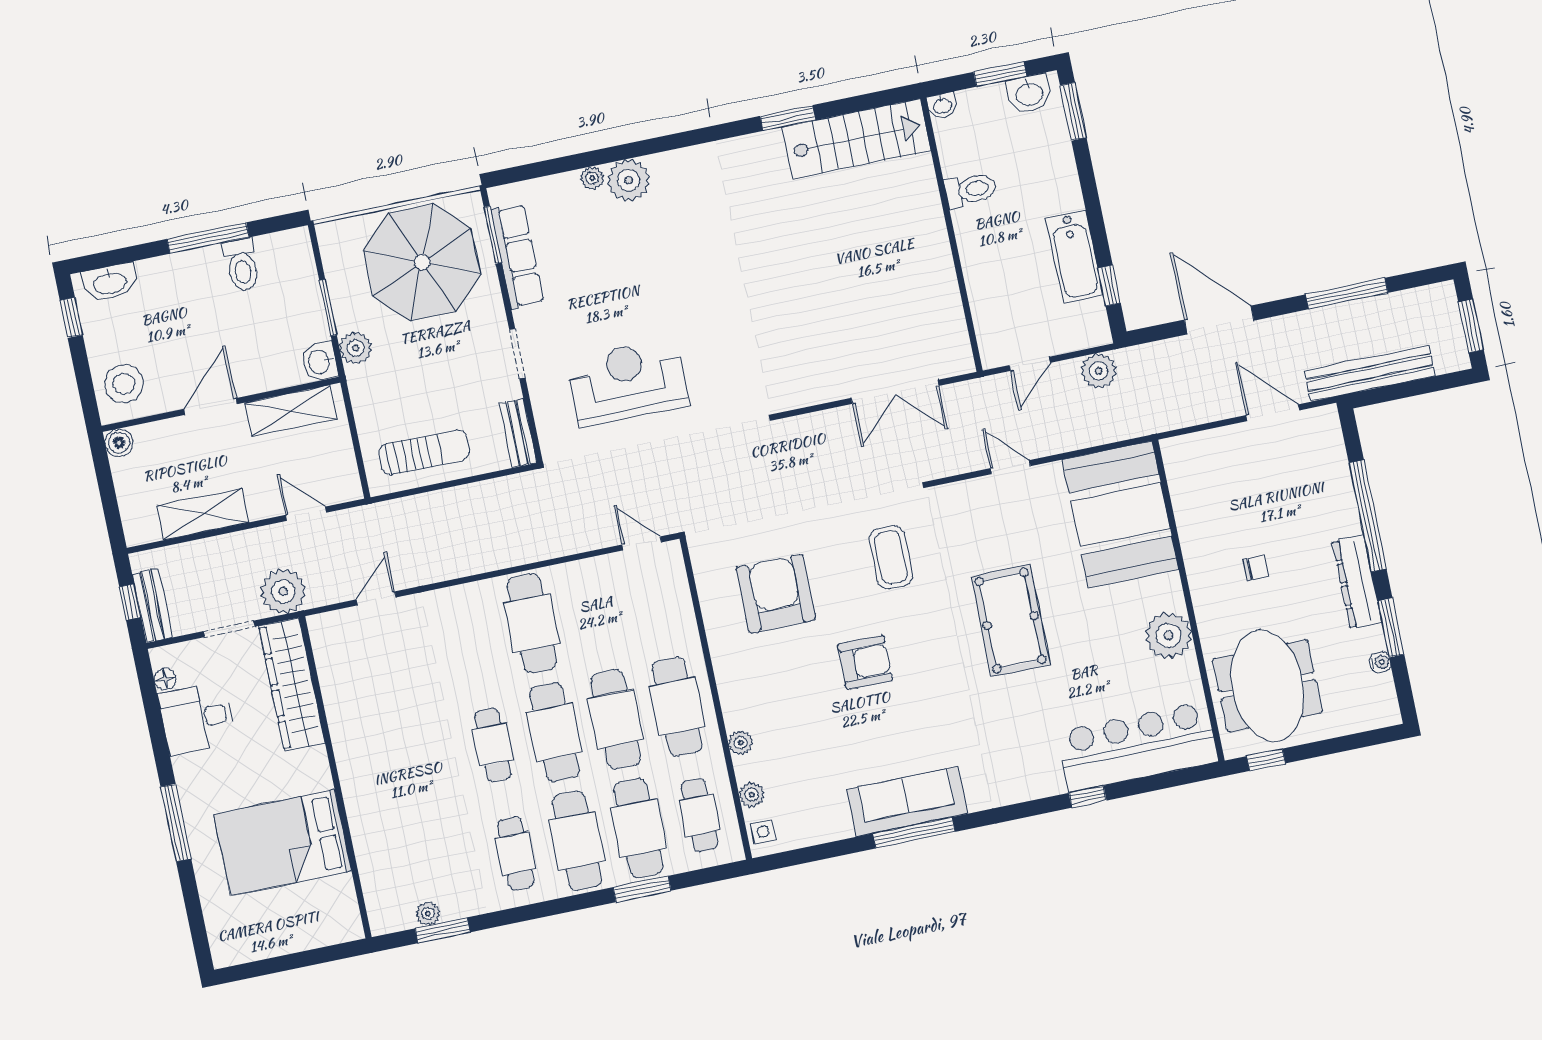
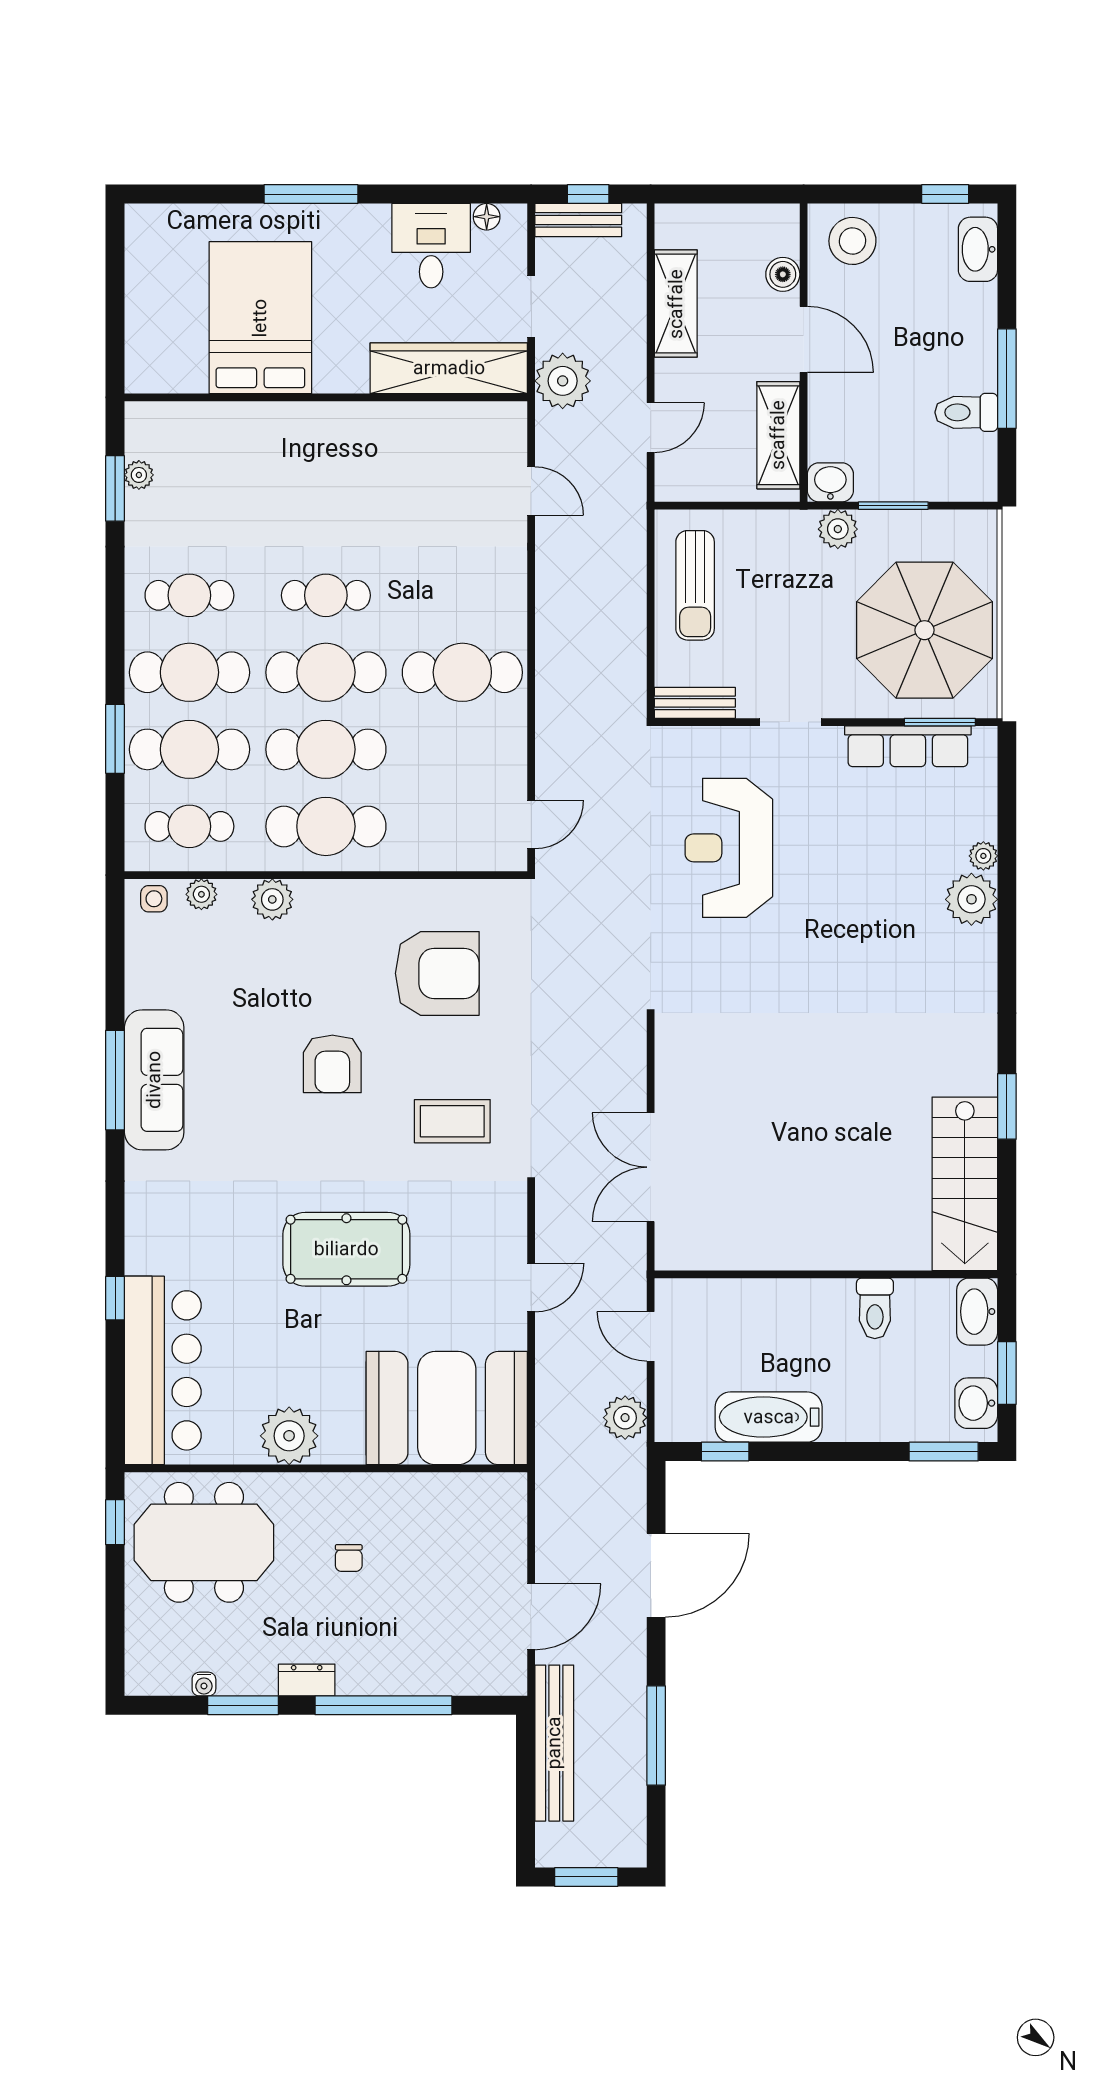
washbasin: (942, 105) -> (977, 1312), width x1.91, depth x1.45
reception desk: (628, 382) -> (729, 848), turned 180
boiler: (119, 443) -> (783, 274), moved
dresser: (1357, 582) -> (307, 1680), width x0.51, depth x0.80
plant: (741, 743) -> (272, 899), width x1.38, depth x1.38

